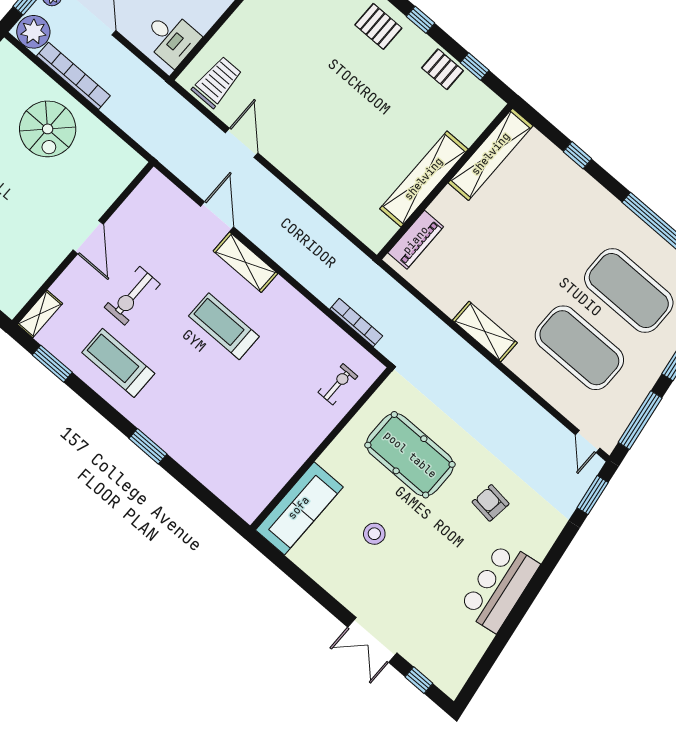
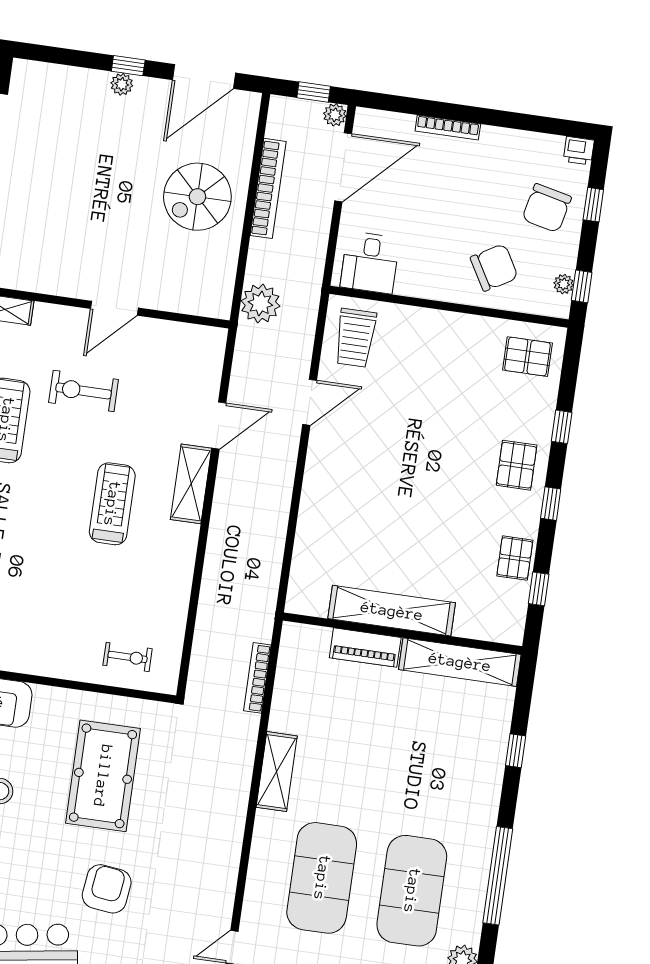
plant: (33, 32) -> (260, 304), moved
trolley: (217, 82) -> (355, 338), turned 90
piano: (416, 240) -> (365, 648), moved
bookcase: (356, 323) -> (257, 678), moved, turned 180
armchair: (491, 503) -> (107, 889), width x1.38, depth x1.38

